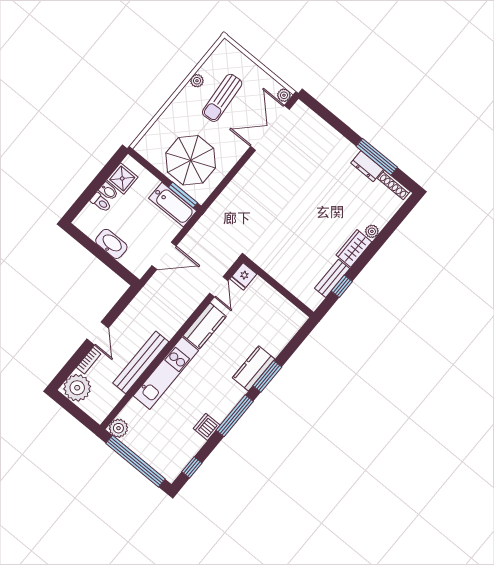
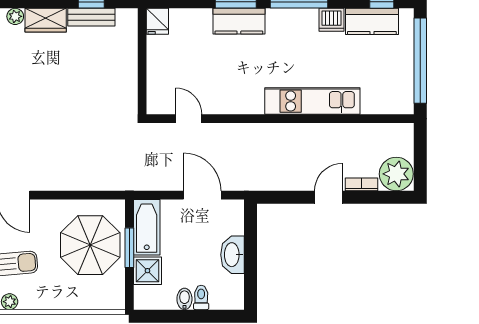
shower: (122, 178) -> (147, 271), moved
window: (183, 195) -> (129, 248), moved
fridge: (243, 276) -> (157, 21), moved, turned 90
door: (219, 287) -> (189, 119), hinge flipped
kitchen counter: (205, 326) -> (372, 21), moved, turned 180
bench: (141, 362) -> (322, 133), removed
plant: (118, 428) -> (402, 103), removed

